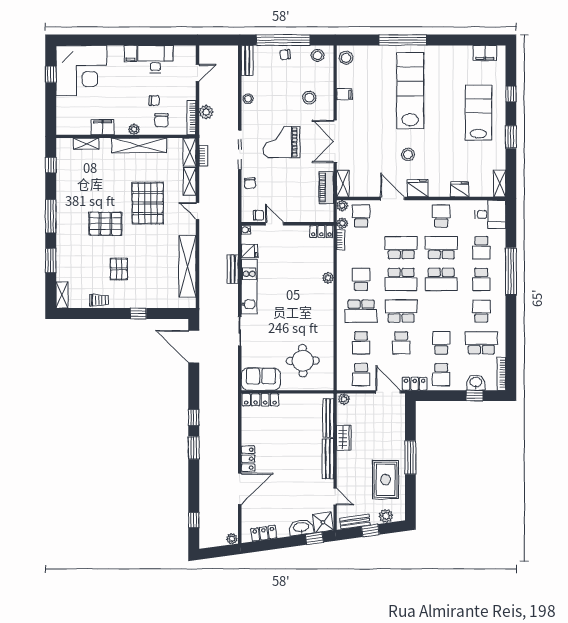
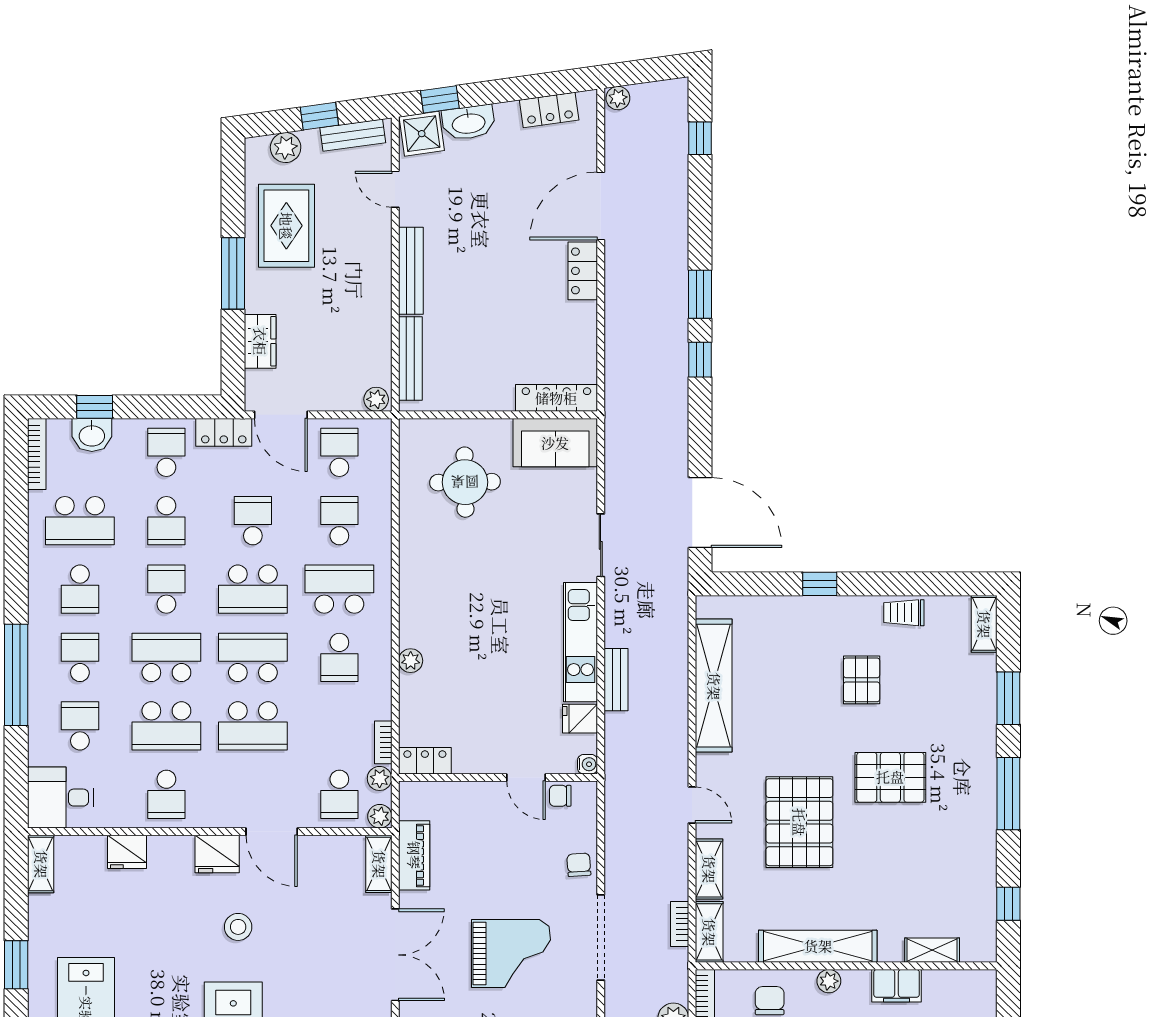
school desk: (441, 311) -> (166, 589), added
wardrobe: (344, 438) -> (260, 341), moved, turned 180

